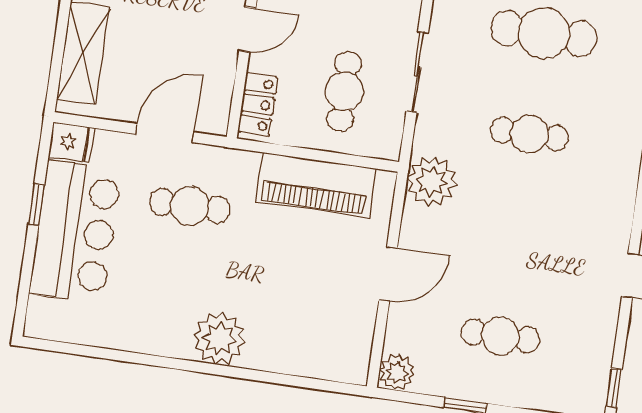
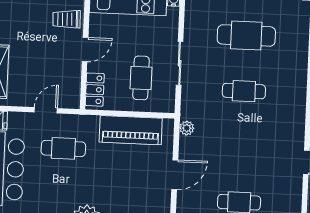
door: (165, 133) -> (46, 110), width x0.73
plant: (432, 181) -> (187, 128), width x0.53, depth x0.53

